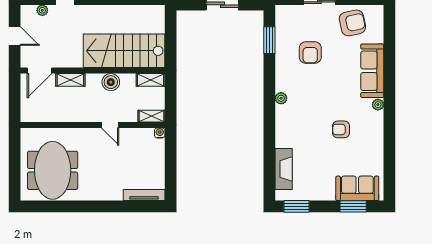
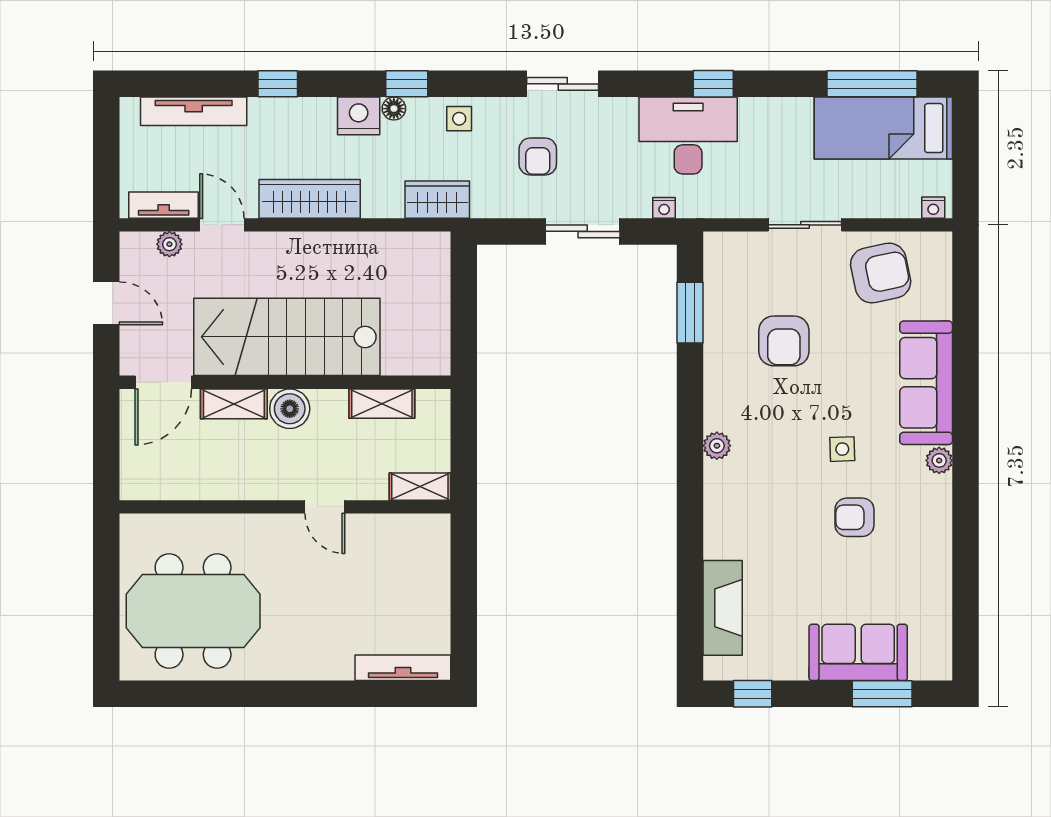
stairs: (124, 51) -> (287, 337), moved
shelving: (151, 80) -> (382, 404), moved
boiler: (111, 82) -> (290, 409), moved
side table: (336, 100) -> (842, 449), added
water cooler: (160, 133) -> (439, 525), removed
meeting table: (53, 170) -> (193, 611), turned 90
sofa: (357, 188) -> (858, 652), moved
window: (297, 206) -> (753, 694), width x0.67

